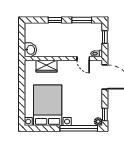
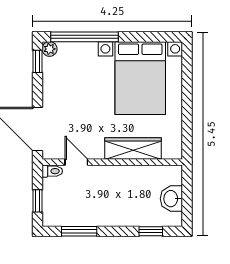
window: (55, 20) -> (151, 231), moved
washbasin: (30, 50) -> (171, 199), moved
wardrobe: (46, 66) -> (133, 148), width x1.50

